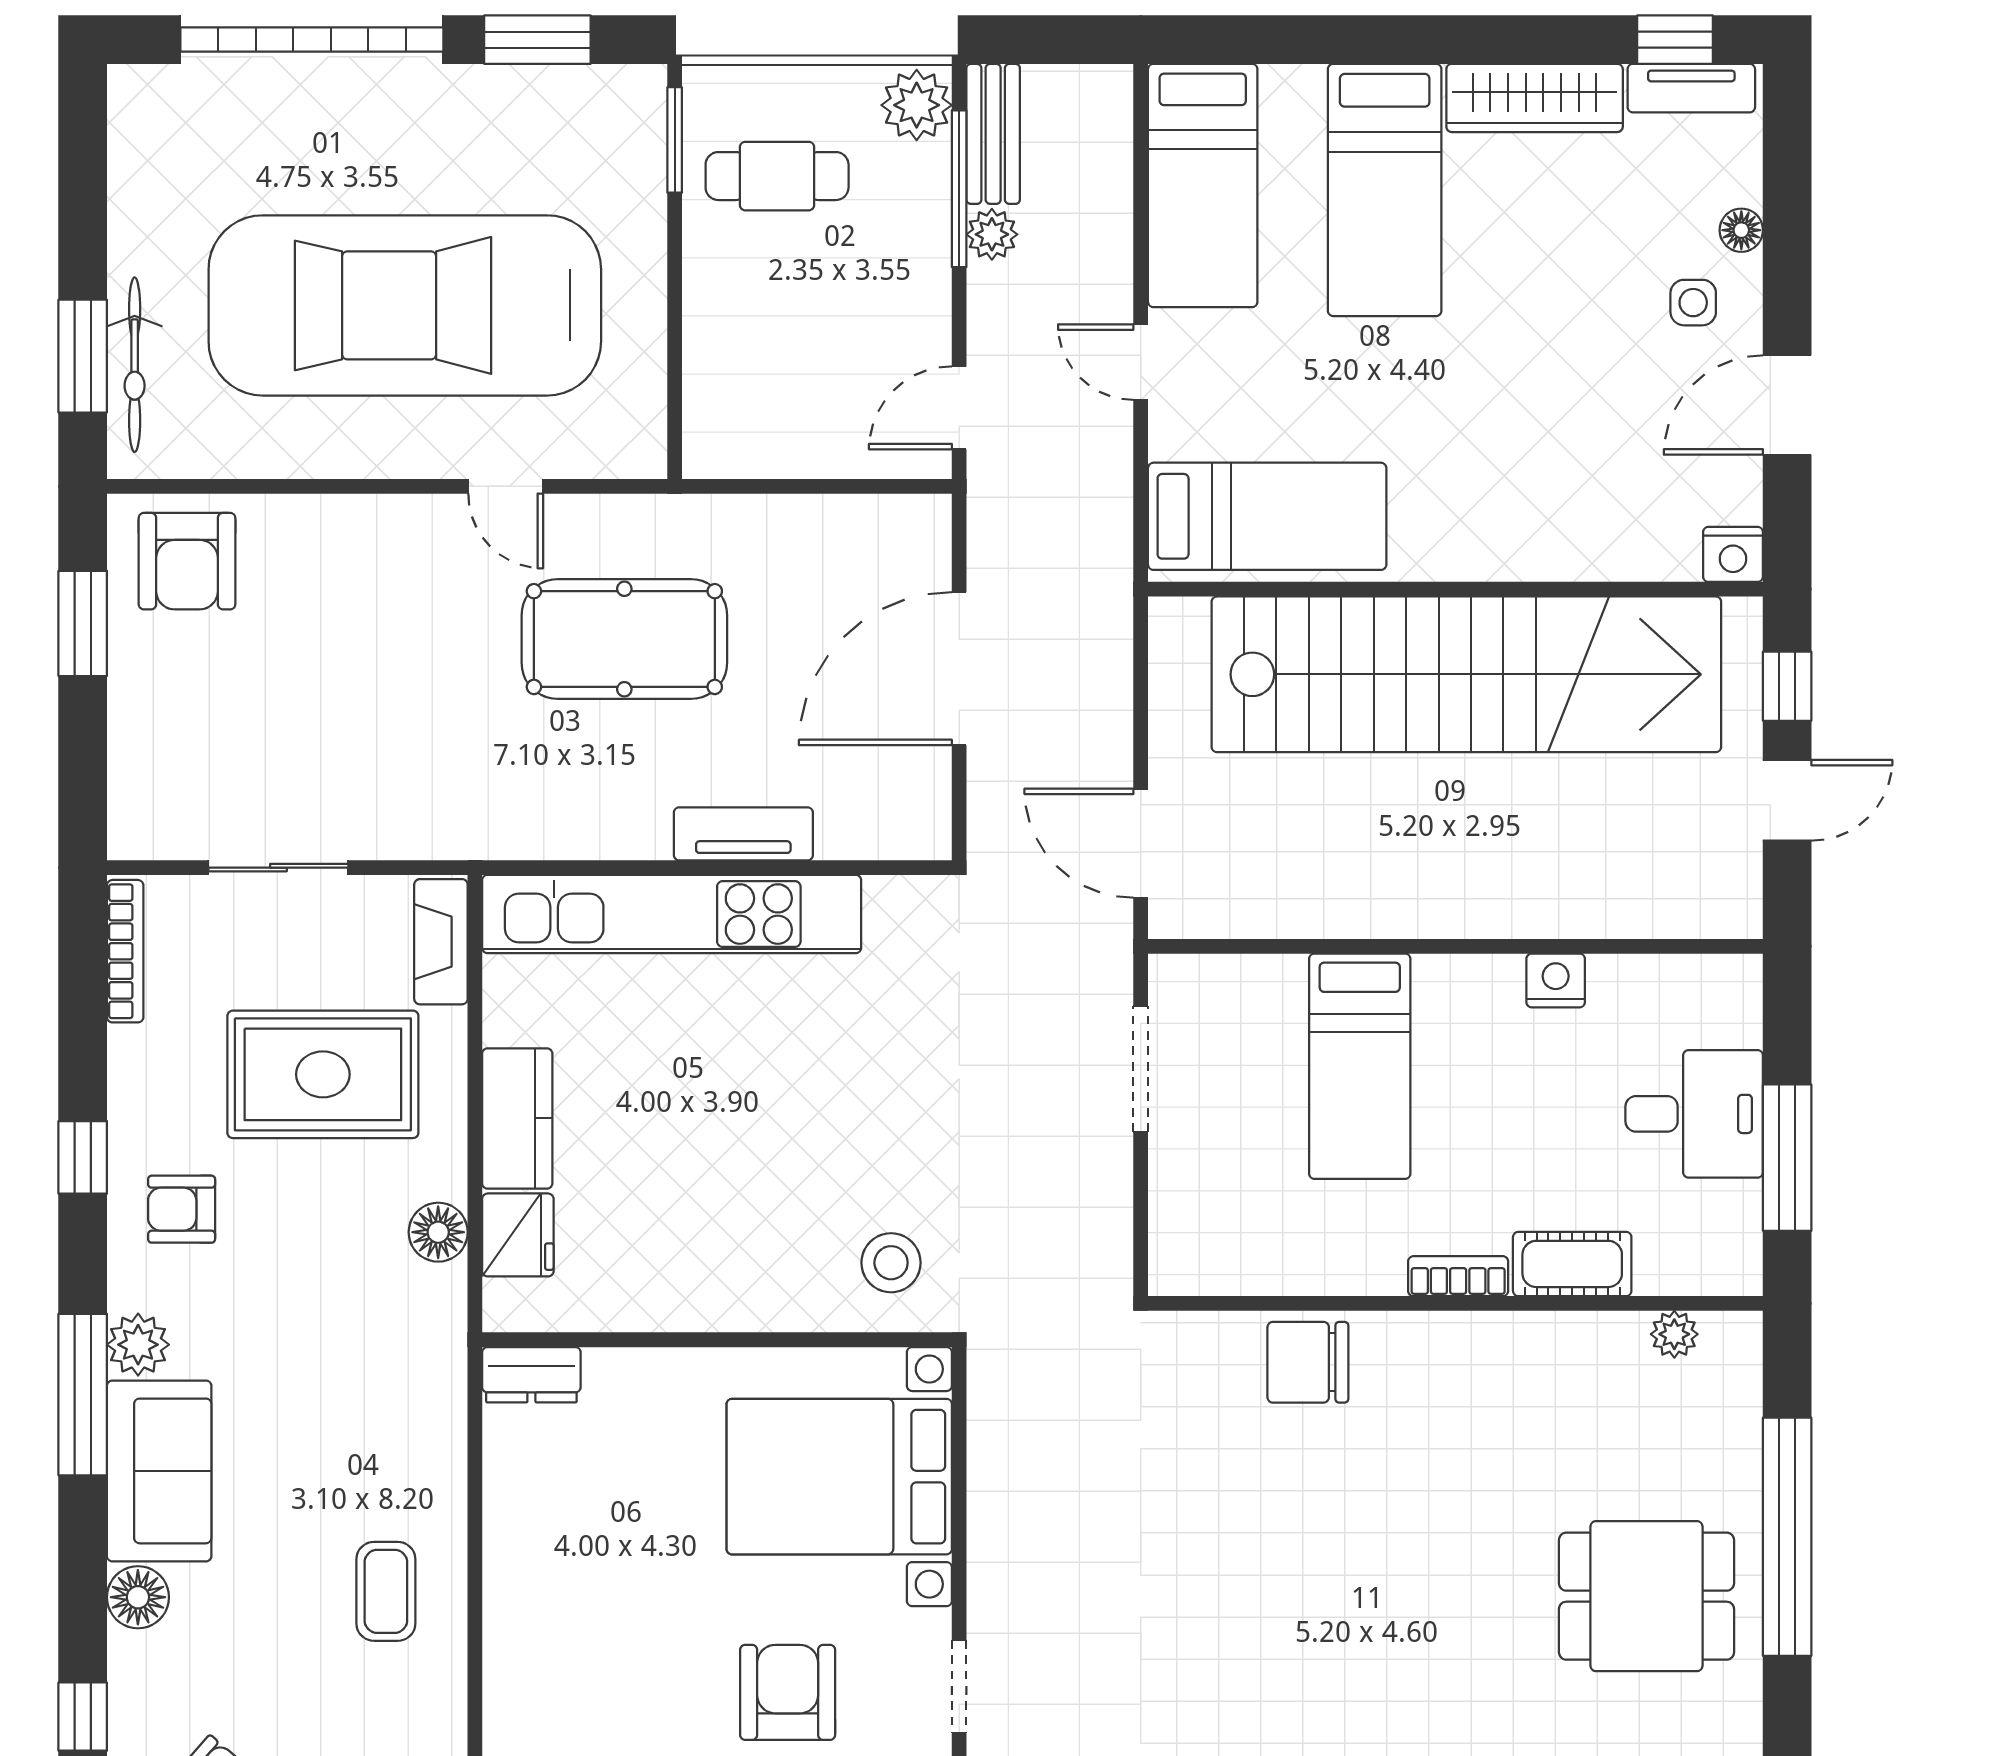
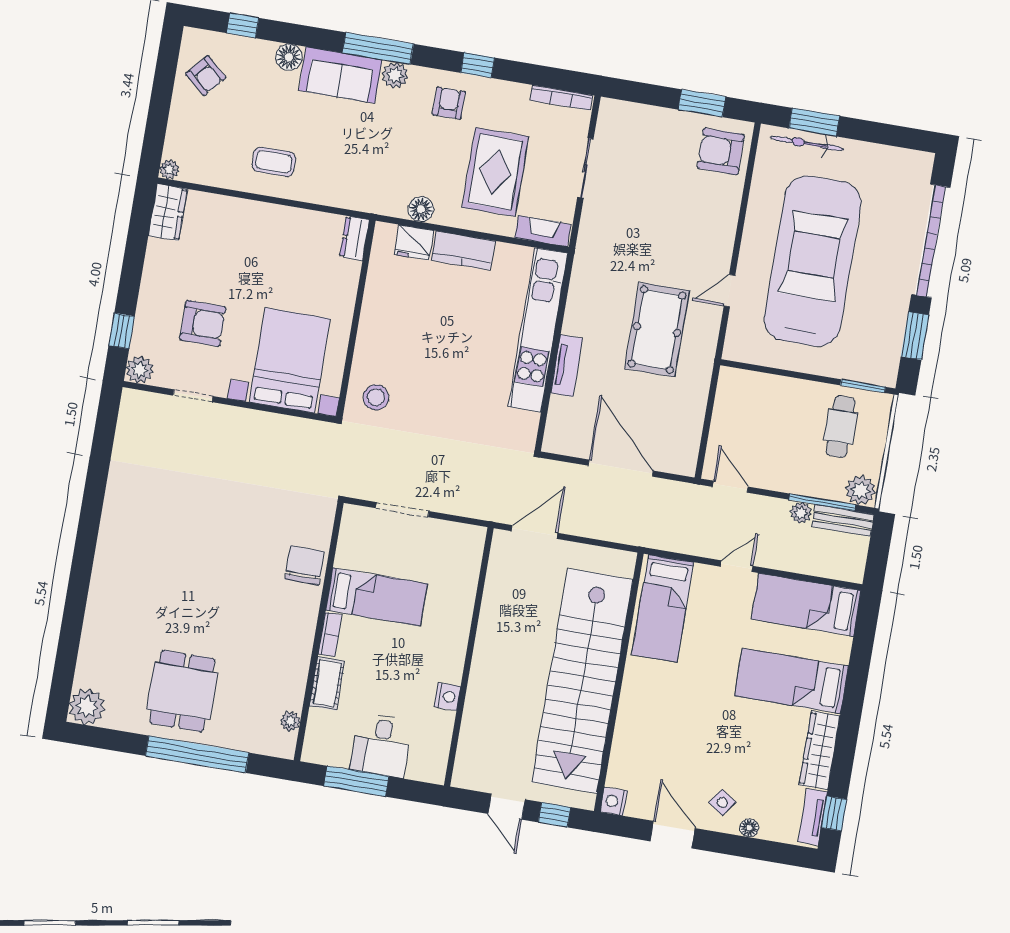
side table: (1693, 303) -> (722, 802), turned 35
bed: (1360, 1066) -> (376, 597), moved, turned 180
doorway: (1141, 1069) -> (402, 510), moved

